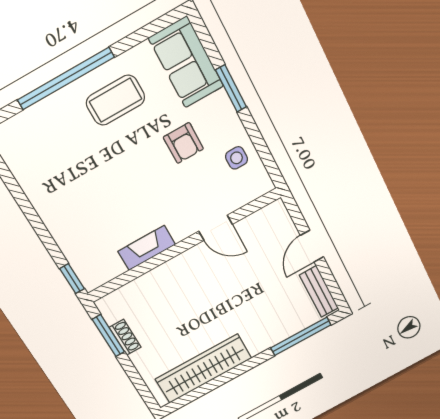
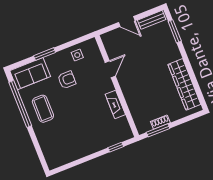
window: (66, 79) -> (20, 104), moved
window: (72, 279) -> (116, 147), moved
window: (301, 336) -> (175, 31), width x0.69

